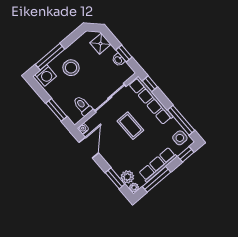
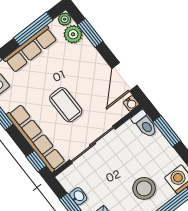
toilet: (83, 106) -> (145, 124), moved

